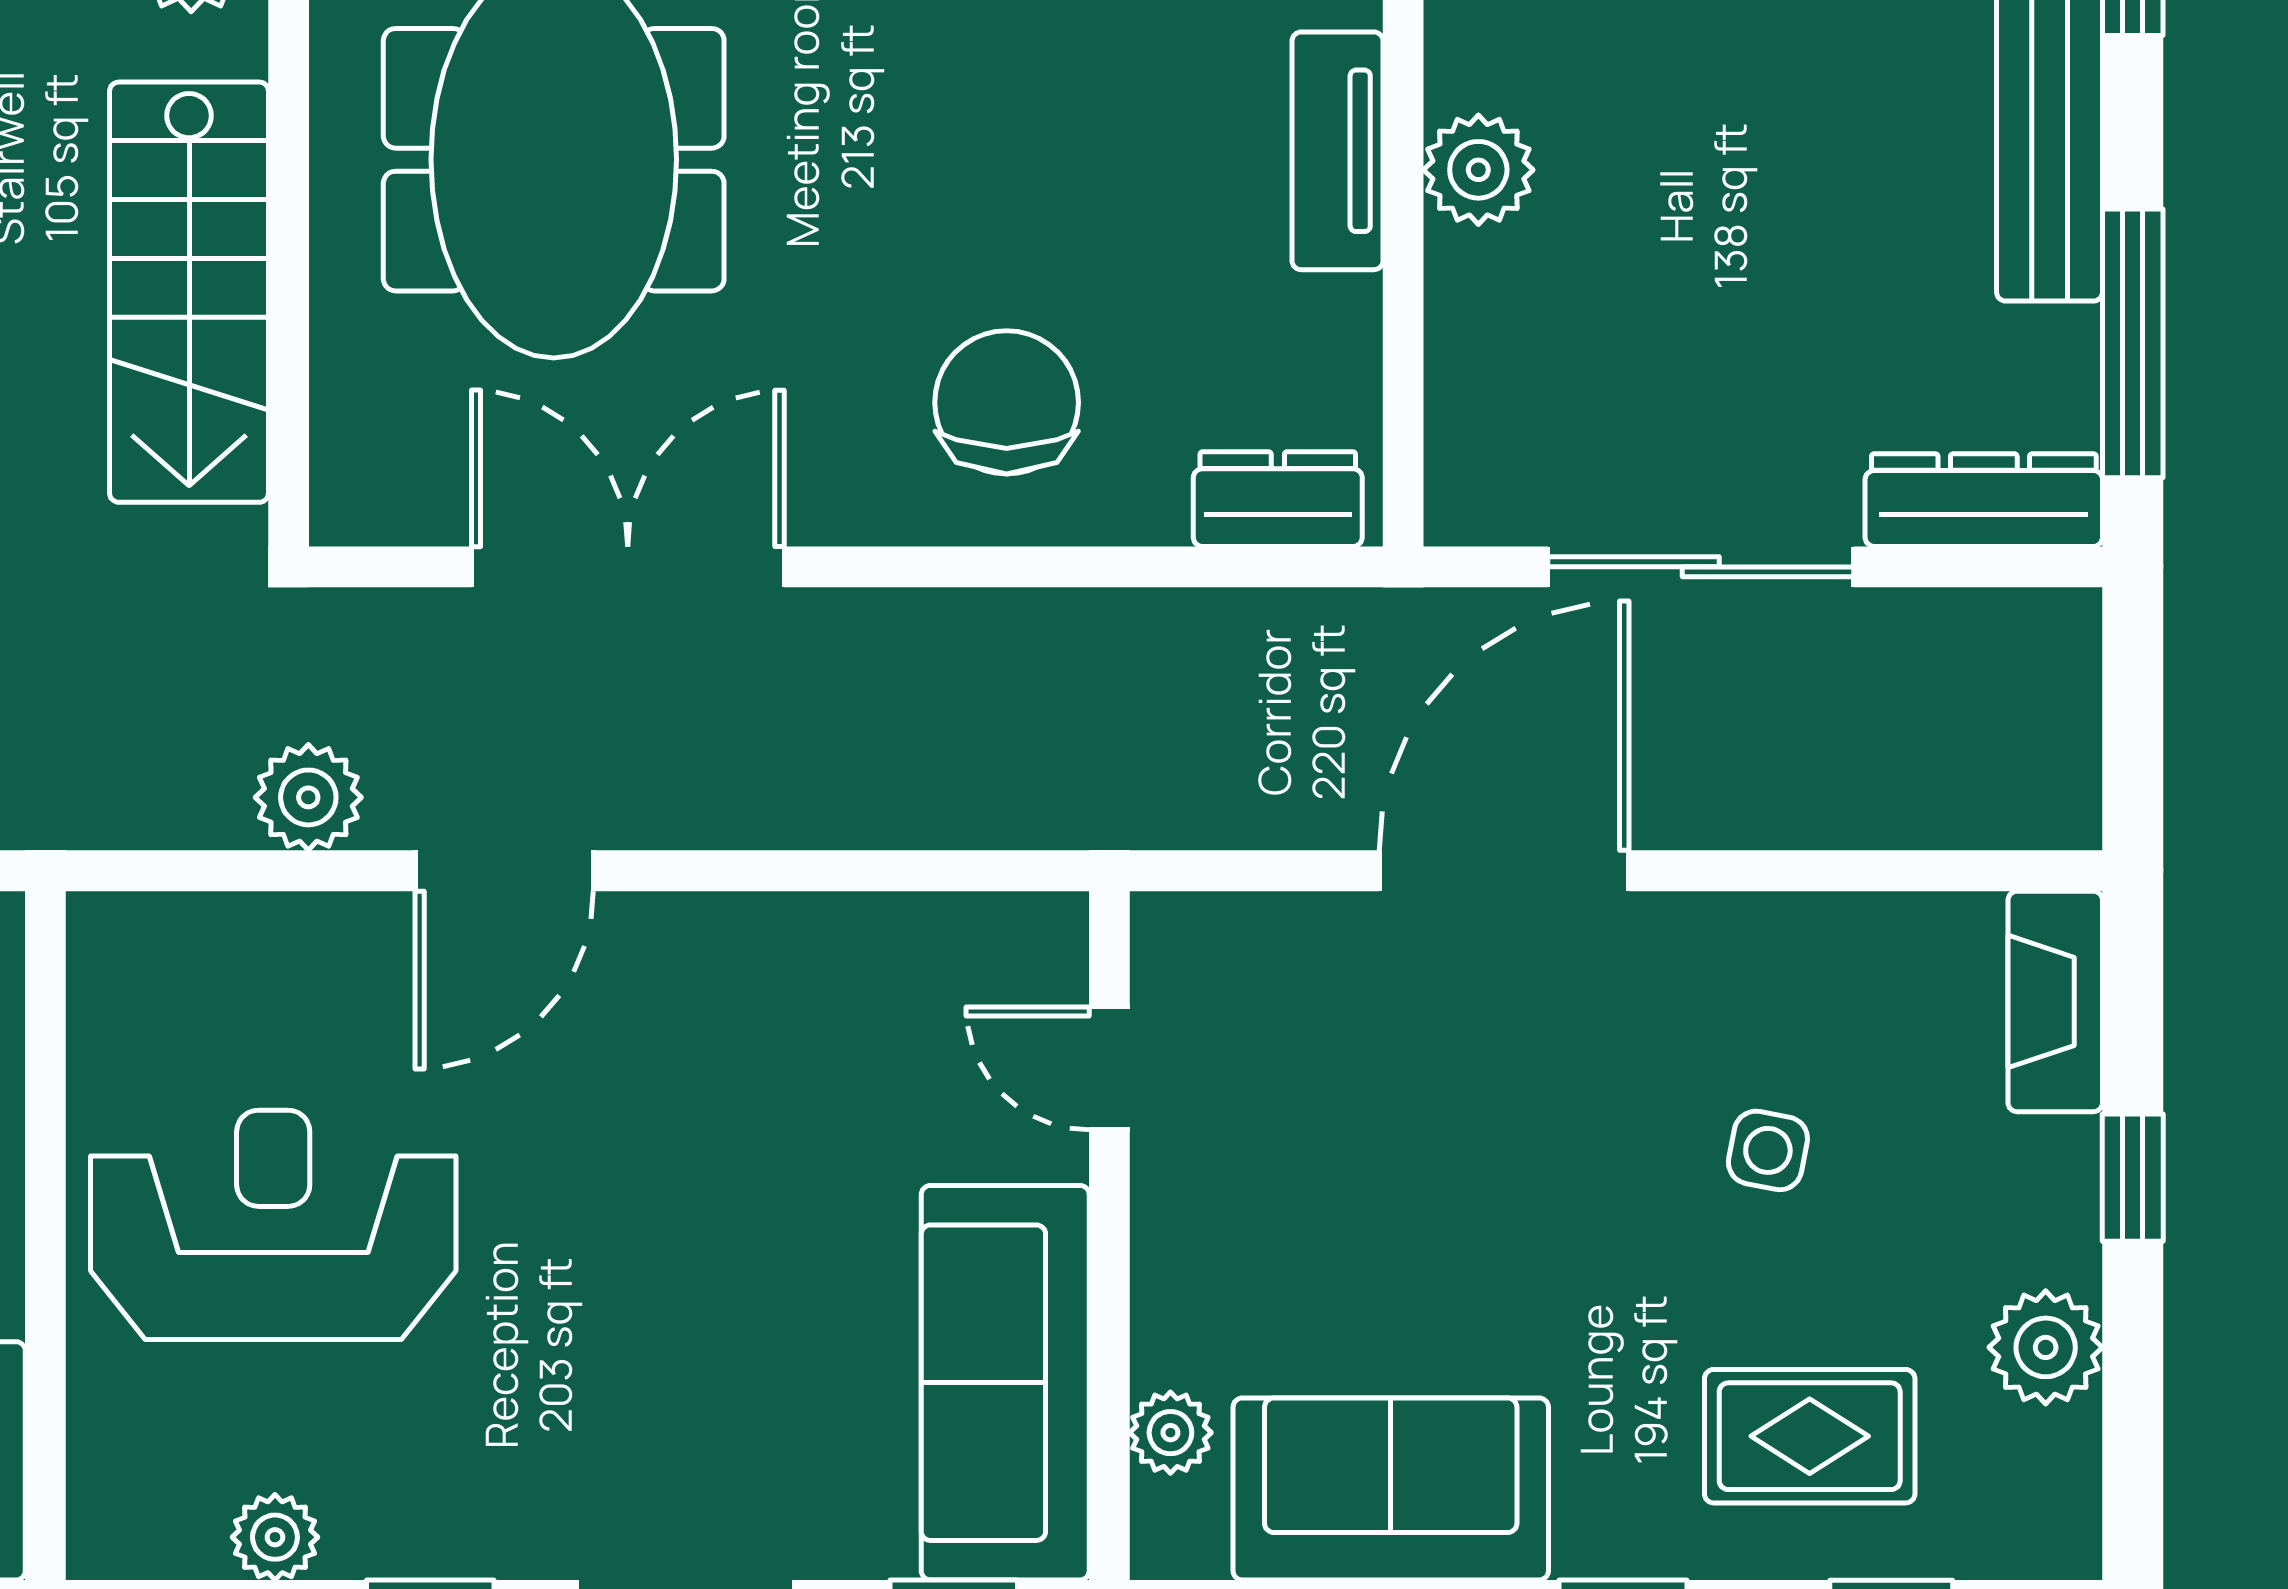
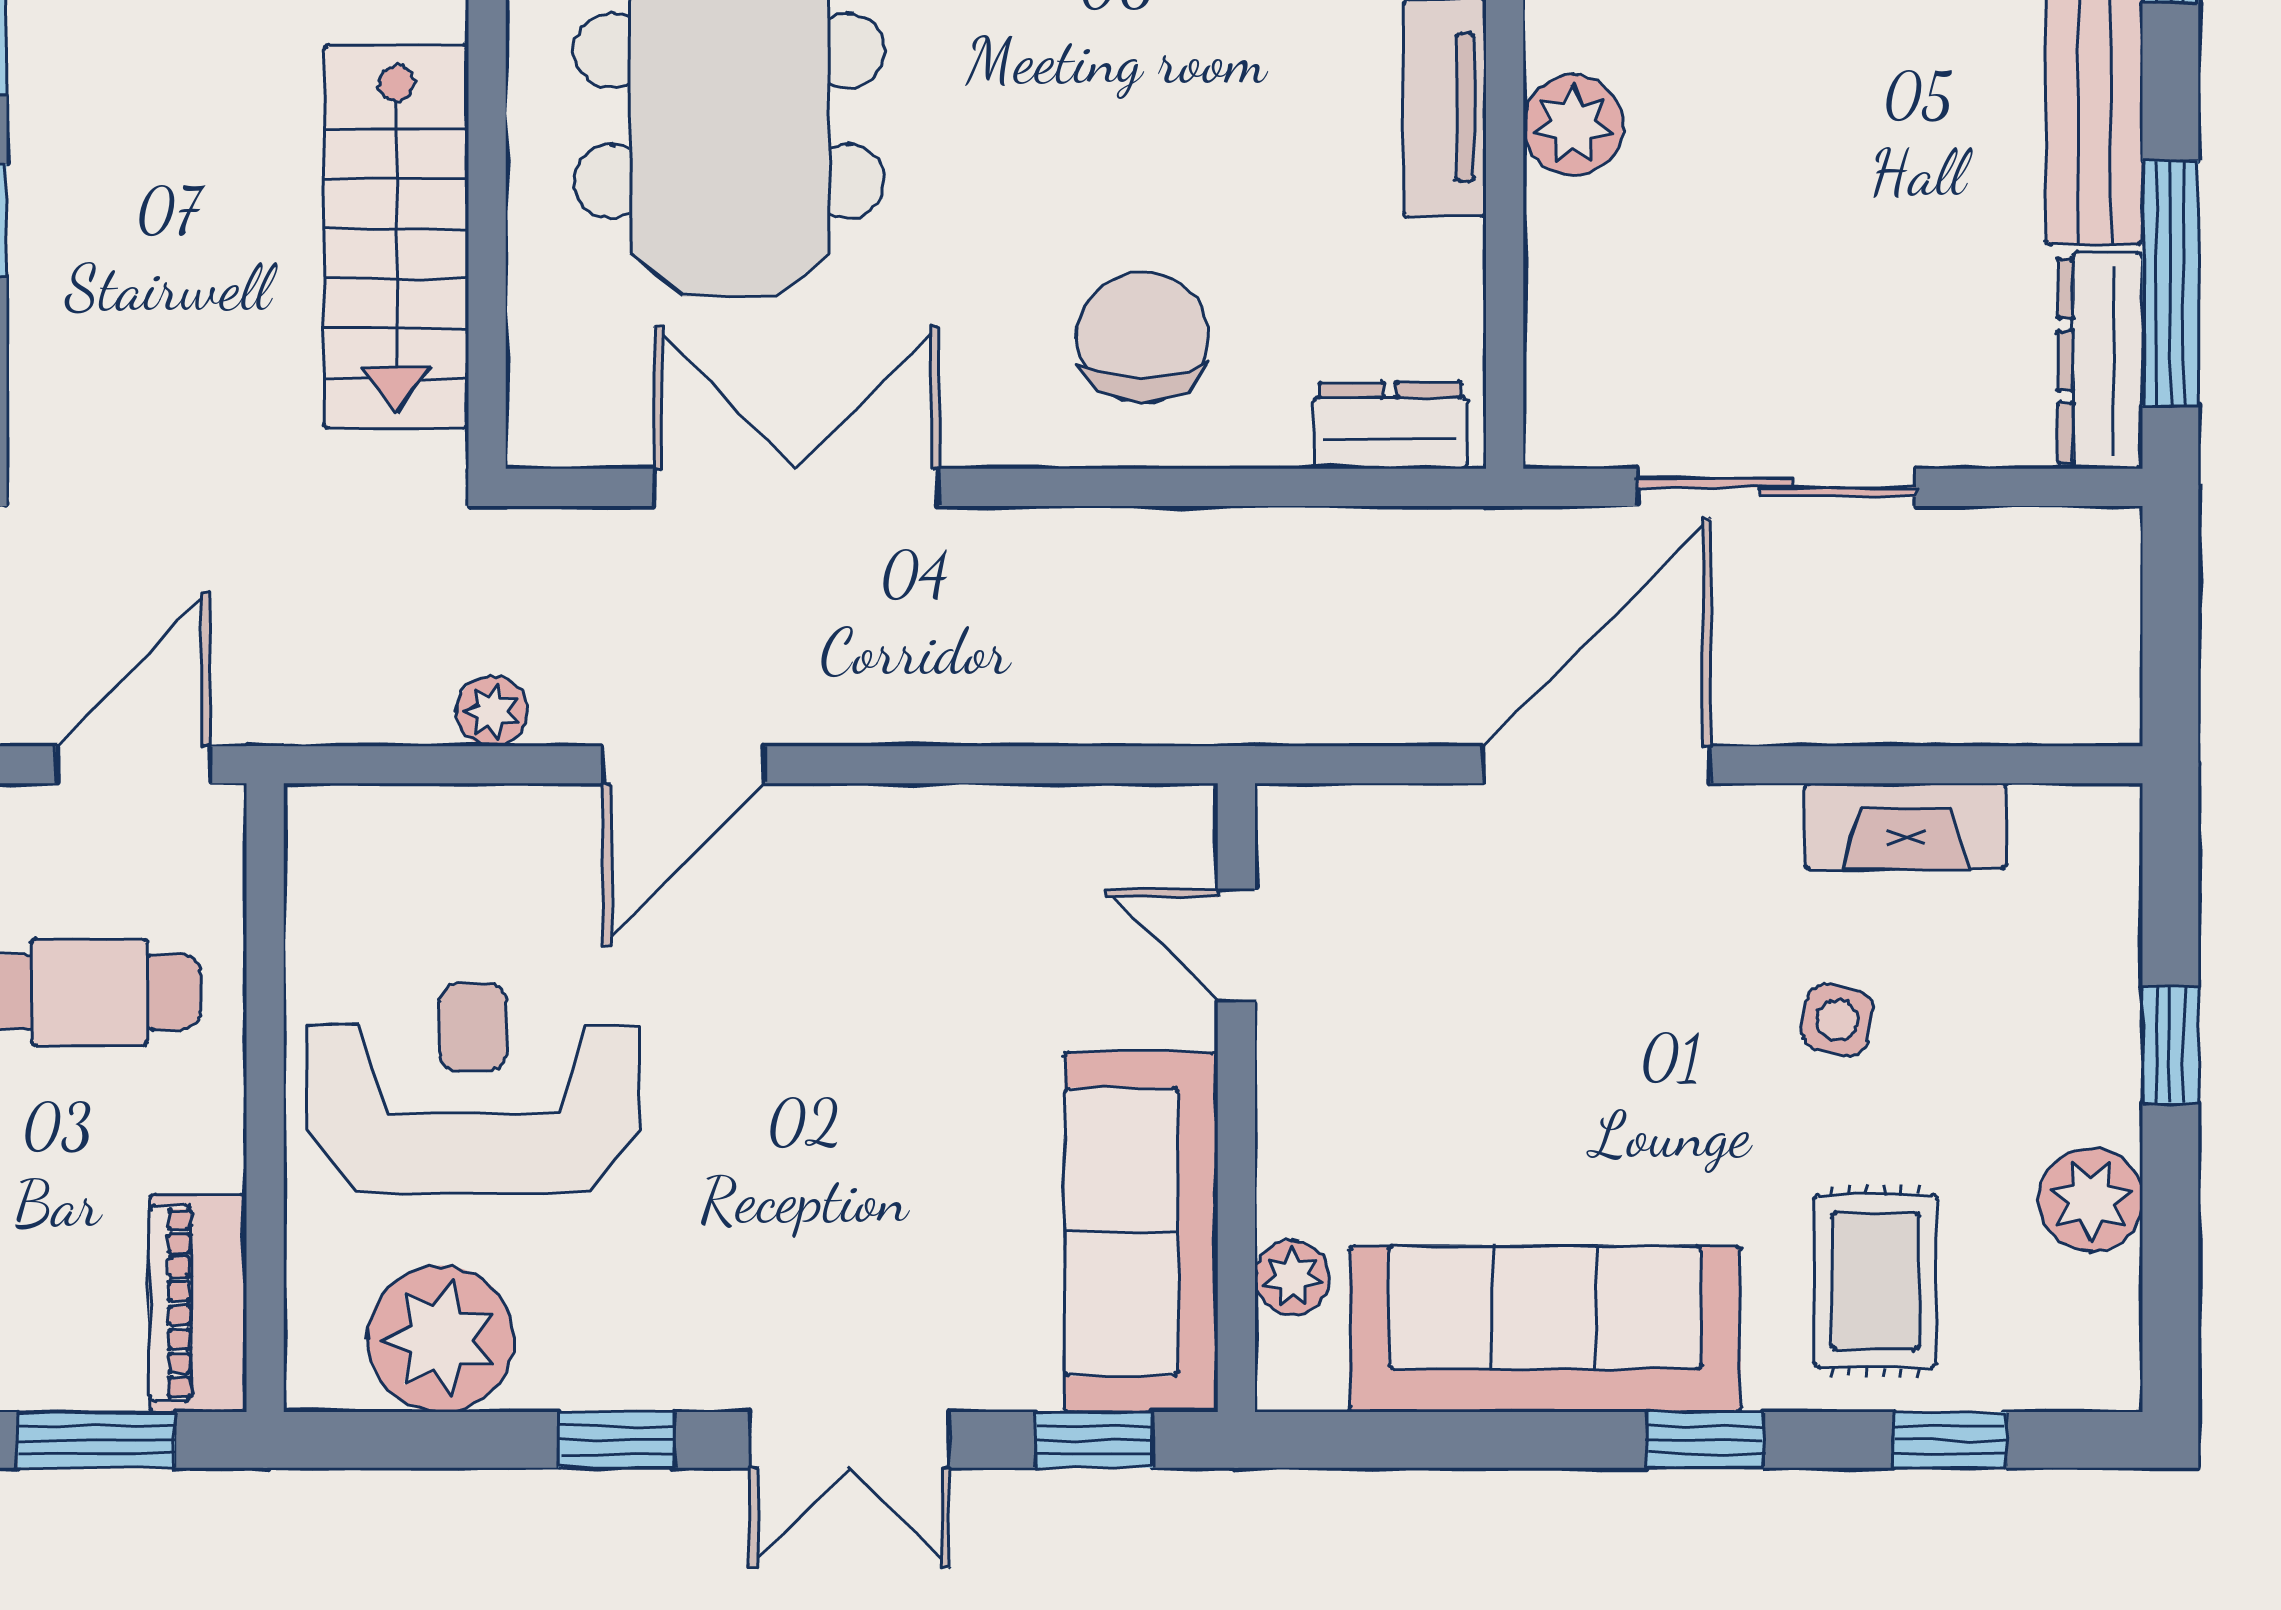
dresser: (1984, 500) -> (2100, 361), moved, turned -90
plant: (308, 797) -> (492, 711), width x0.73, depth x0.73
fireplace: (2055, 1001) -> (1906, 826), moved, turned -90
rug: (1810, 1436) -> (1875, 1281), turned 90
sofa: (1391, 1489) -> (1545, 1329), width x1.36
plant: (275, 1537) -> (441, 1339), width x1.88, depth x1.88

